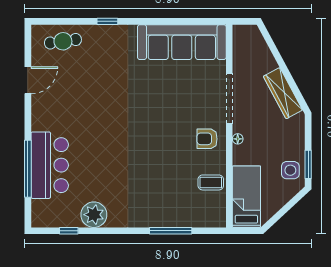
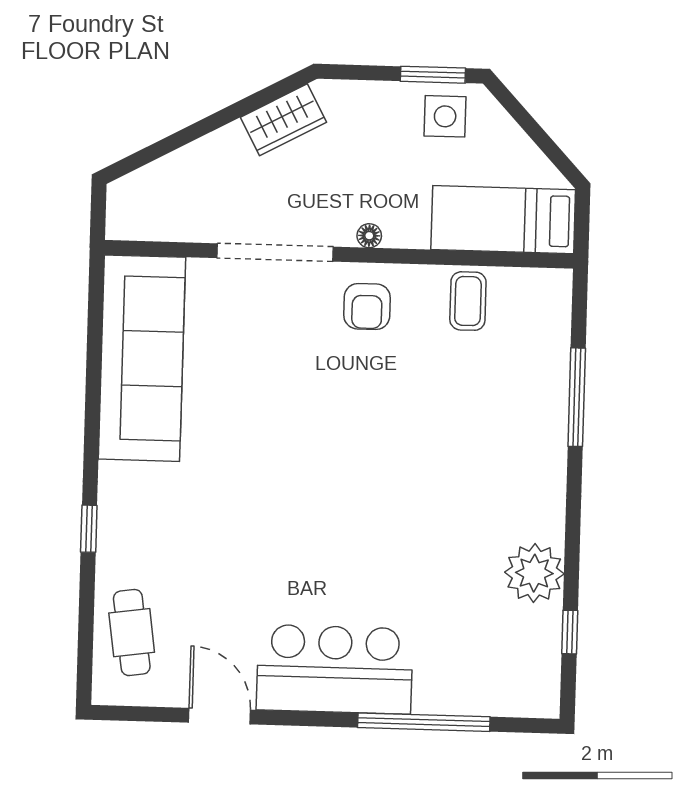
wardrobe: (283, 93) -> (283, 120), width x0.67
bar counter: (50, 165) -> (335, 669), moved

